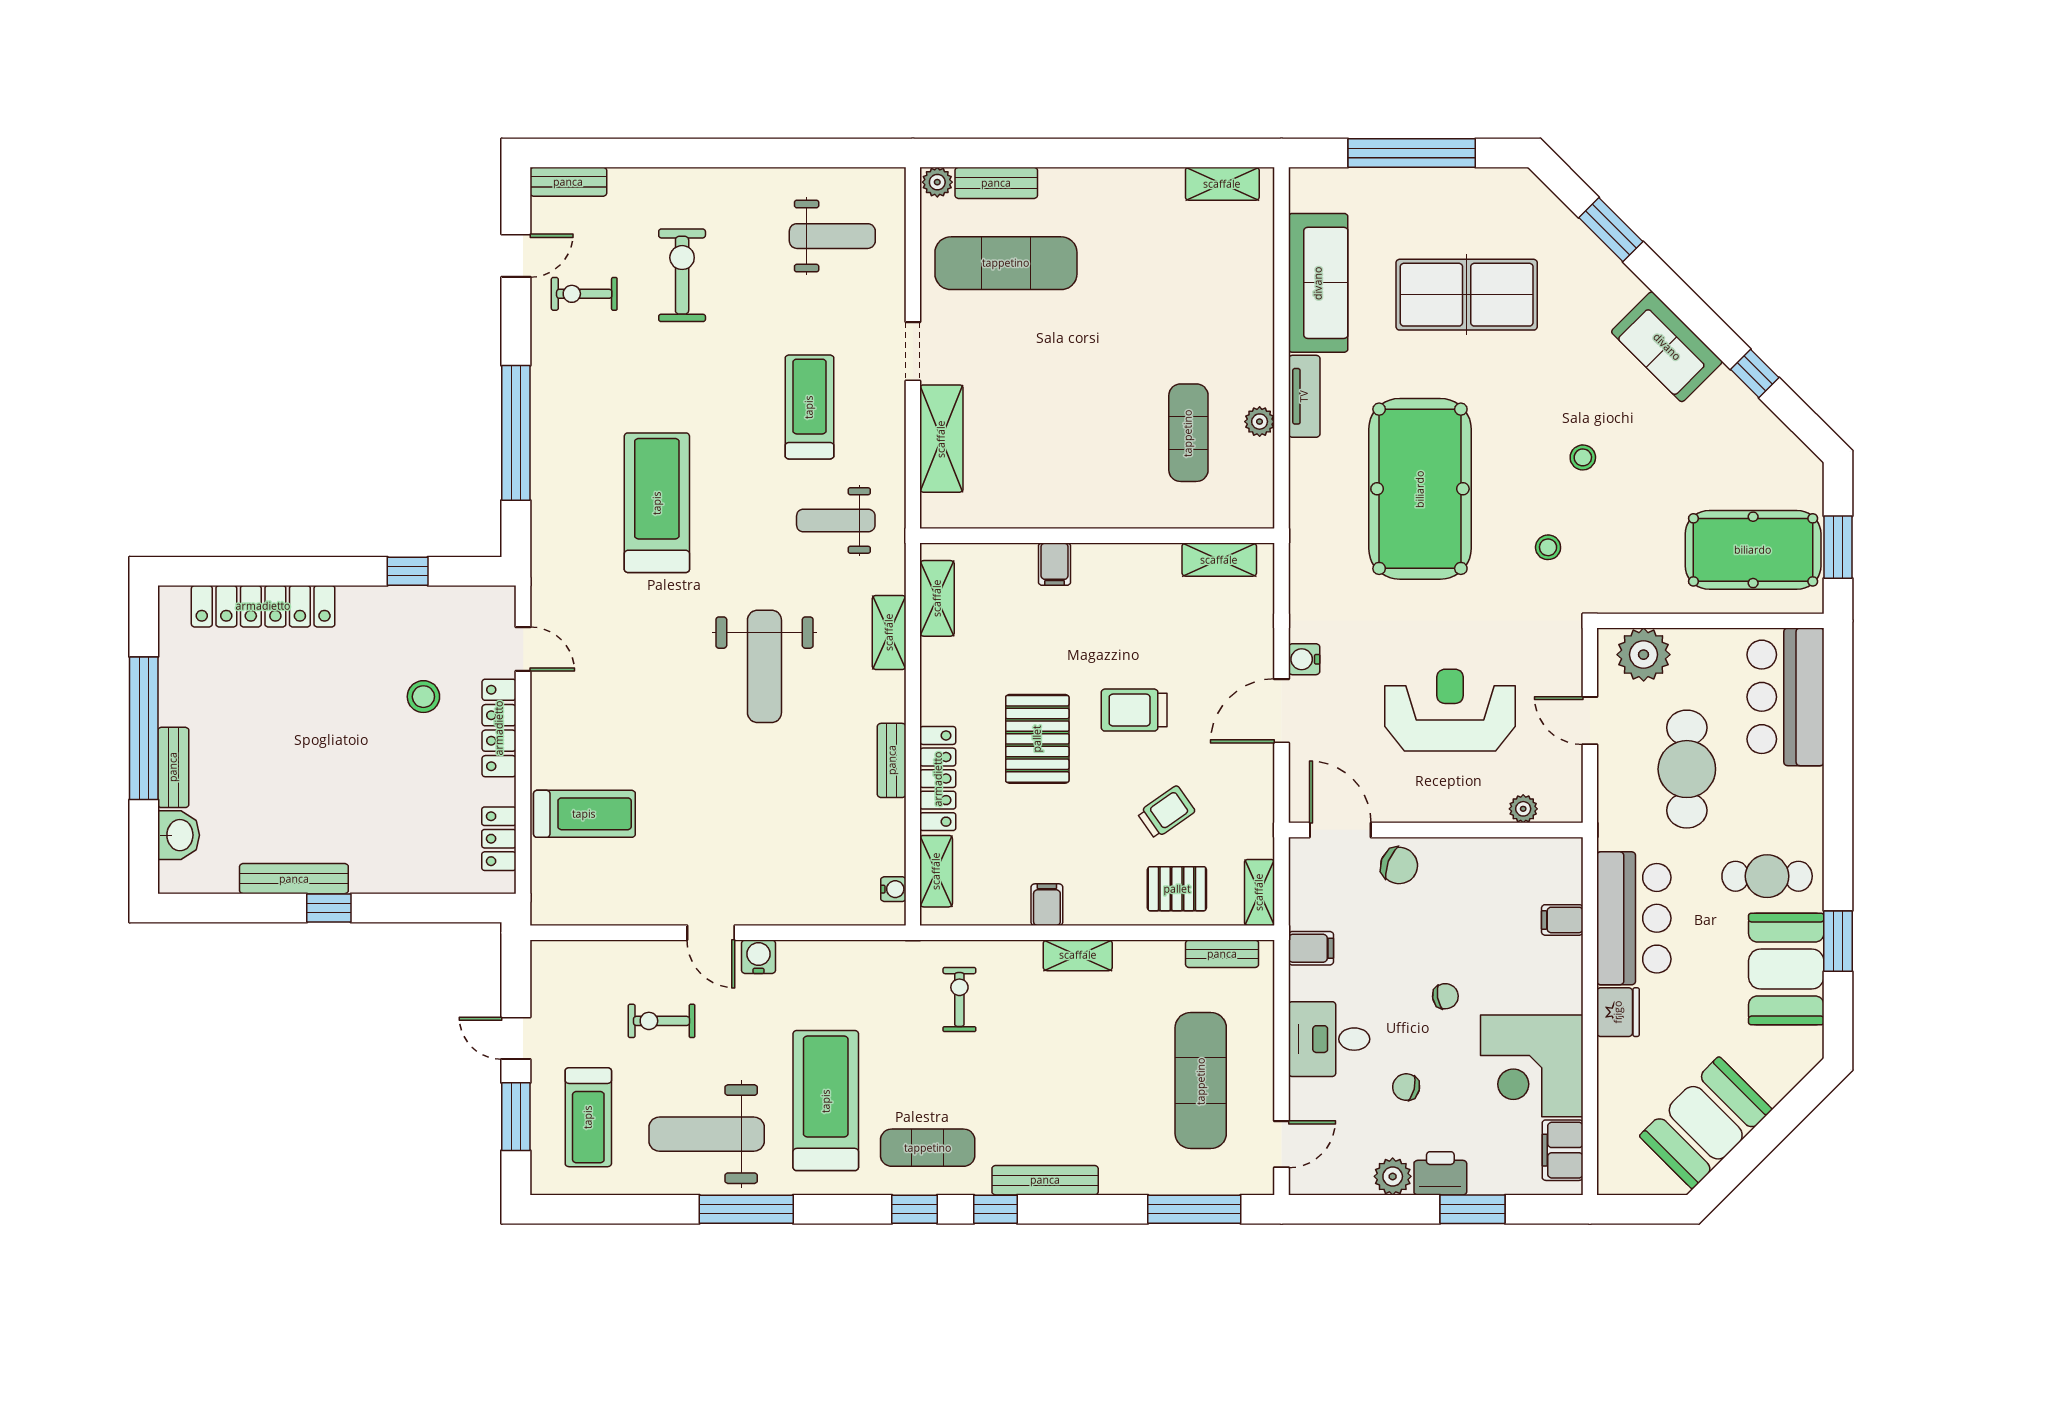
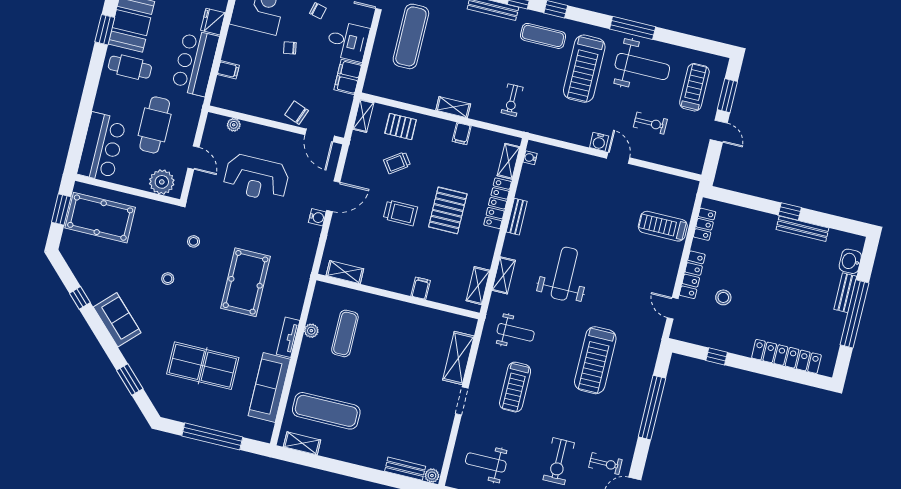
exercise mat: (1006, 263) -> (326, 411), moved
pool table: (1420, 489) -> (245, 282), width x0.73, depth x0.76
filing cabinet: (1311, 948) -> (348, 77), width x2.00
bench: (1222, 954) -> (387, 92), removed

